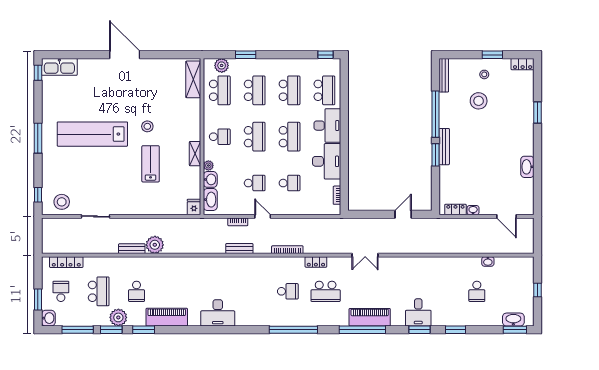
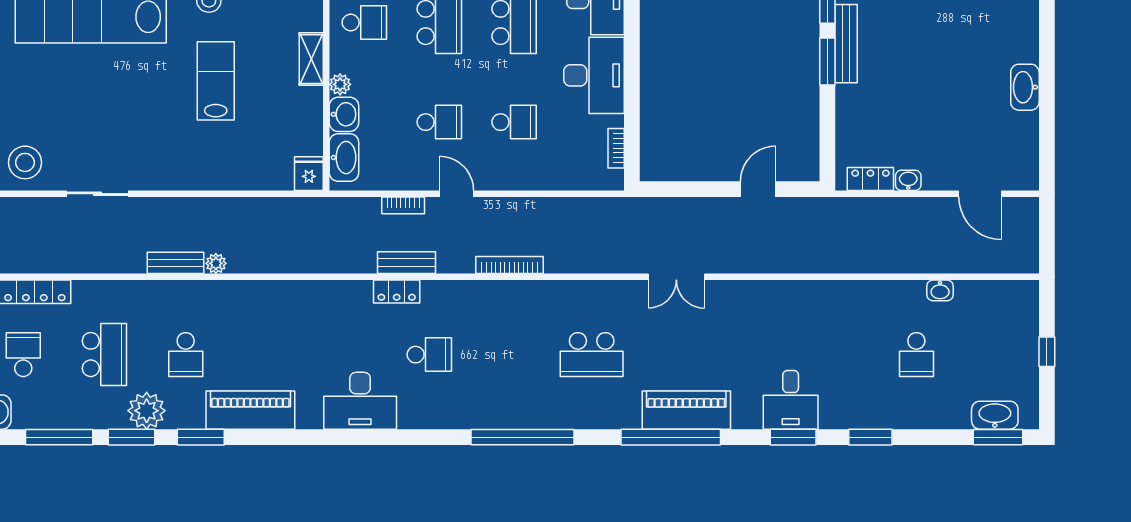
plant: (155, 245) -> (216, 263), width x0.53, depth x0.53
locker: (316, 262) -> (397, 291), moved
school desk: (288, 291) -> (429, 355), moved

